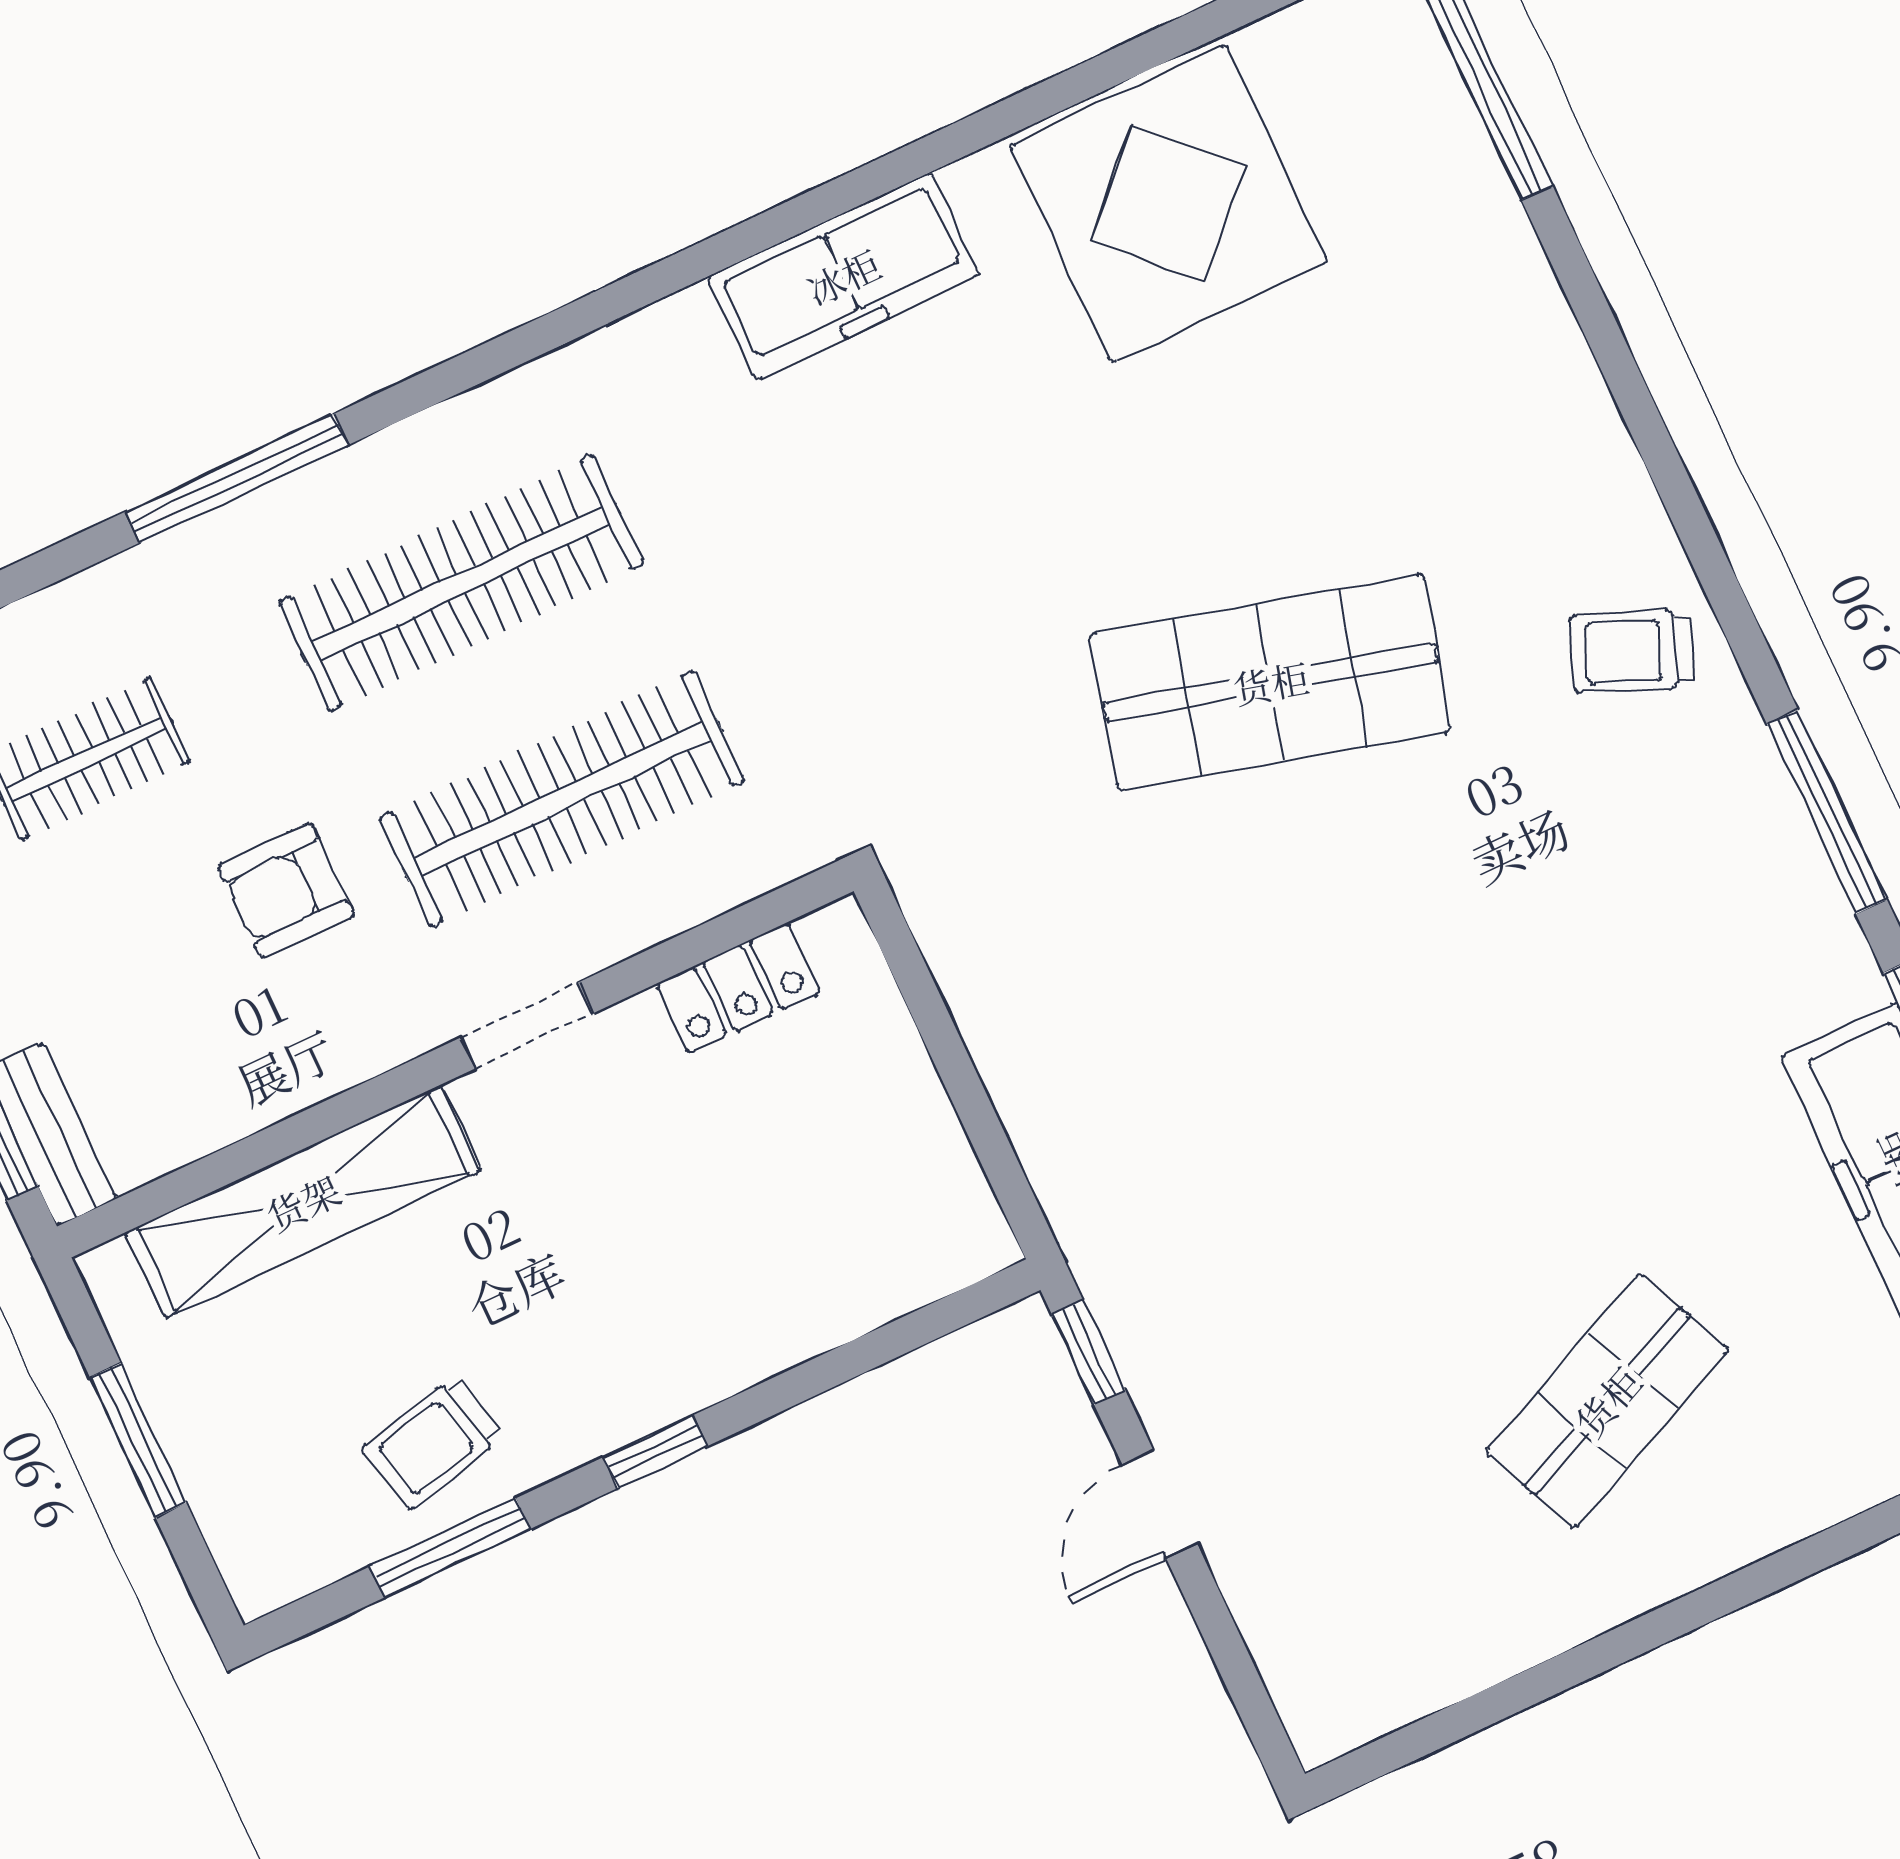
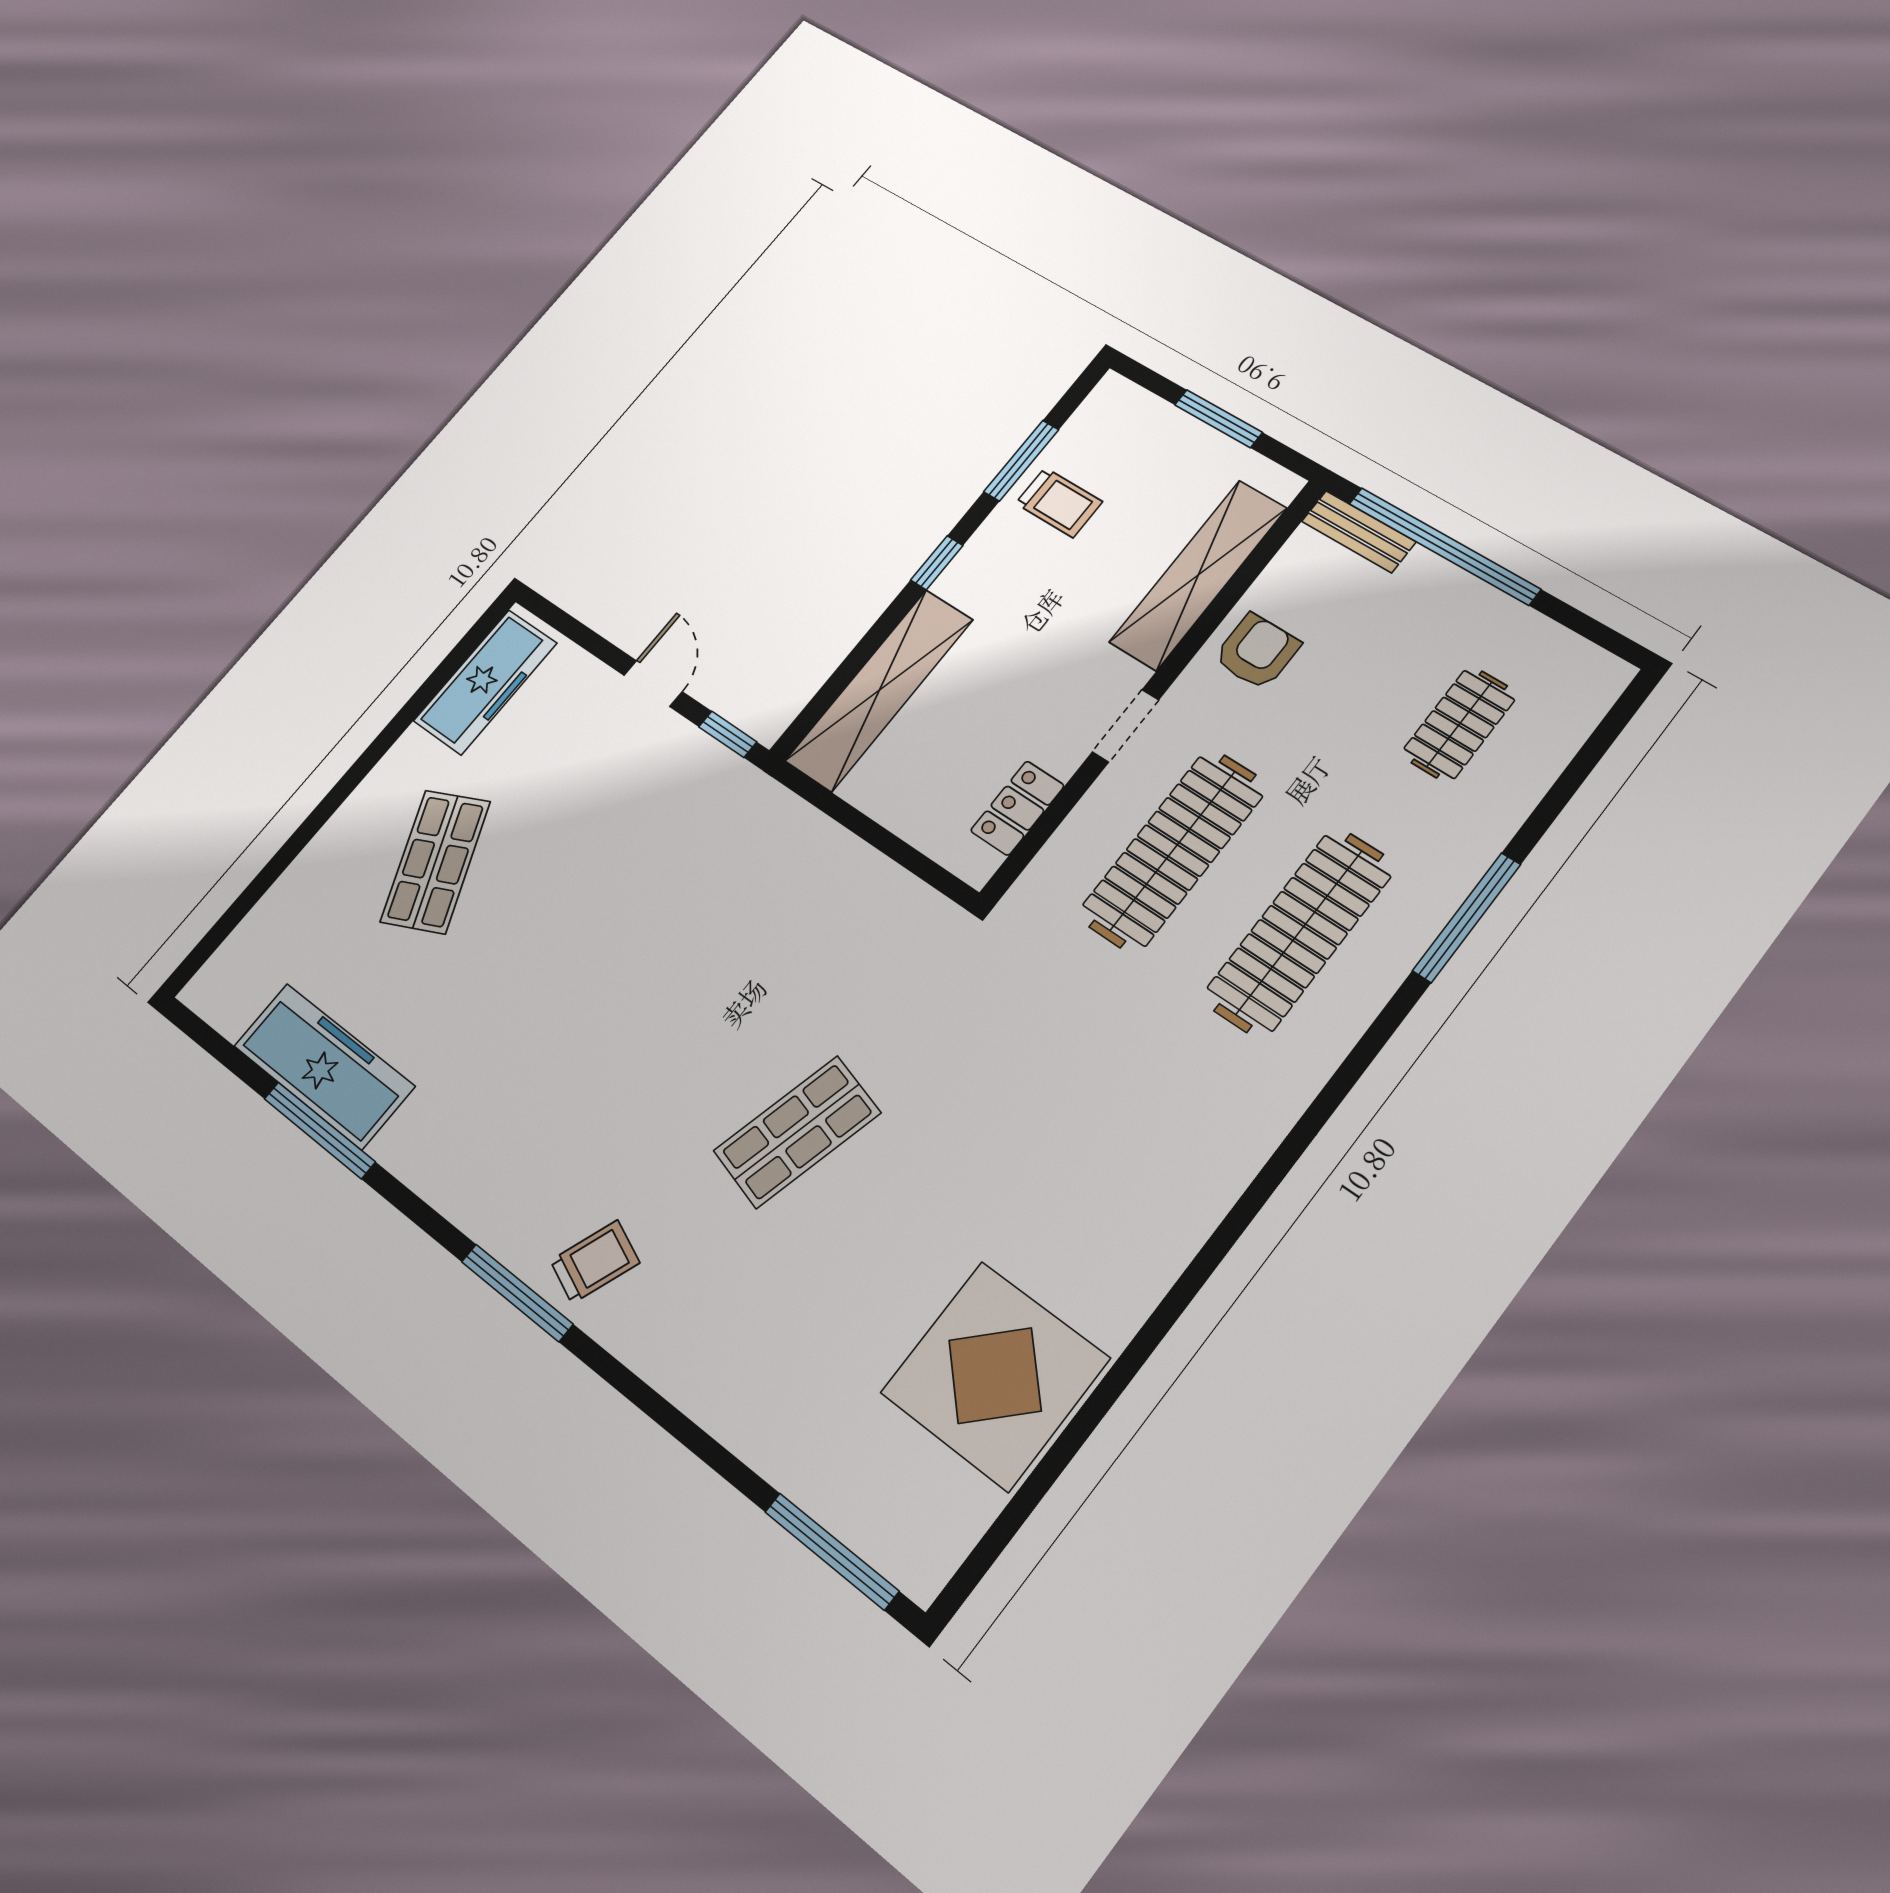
freezer: (843, 276) -> (485, 682), moved, turned 180
shop shelf: (1271, 682) -> (797, 1132), width x0.70, depth x0.74
window: (1827, 812) -> (517, 1293), moved
armchair: (286, 891) -> (1257, 652), moved
shelving: (838, 1292) -> (879, 690), added
trolley: (433, 1443) -> (1059, 502), turned 103

